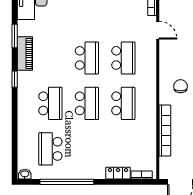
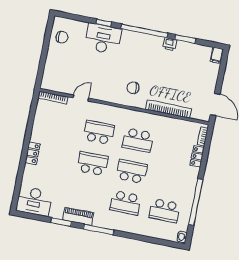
window: (15, 79) -> (99, 229), width x2.17
school desk: (50, 103) -> (125, 203), turned 180
school desk: (123, 103) -> (138, 140), turned 180

